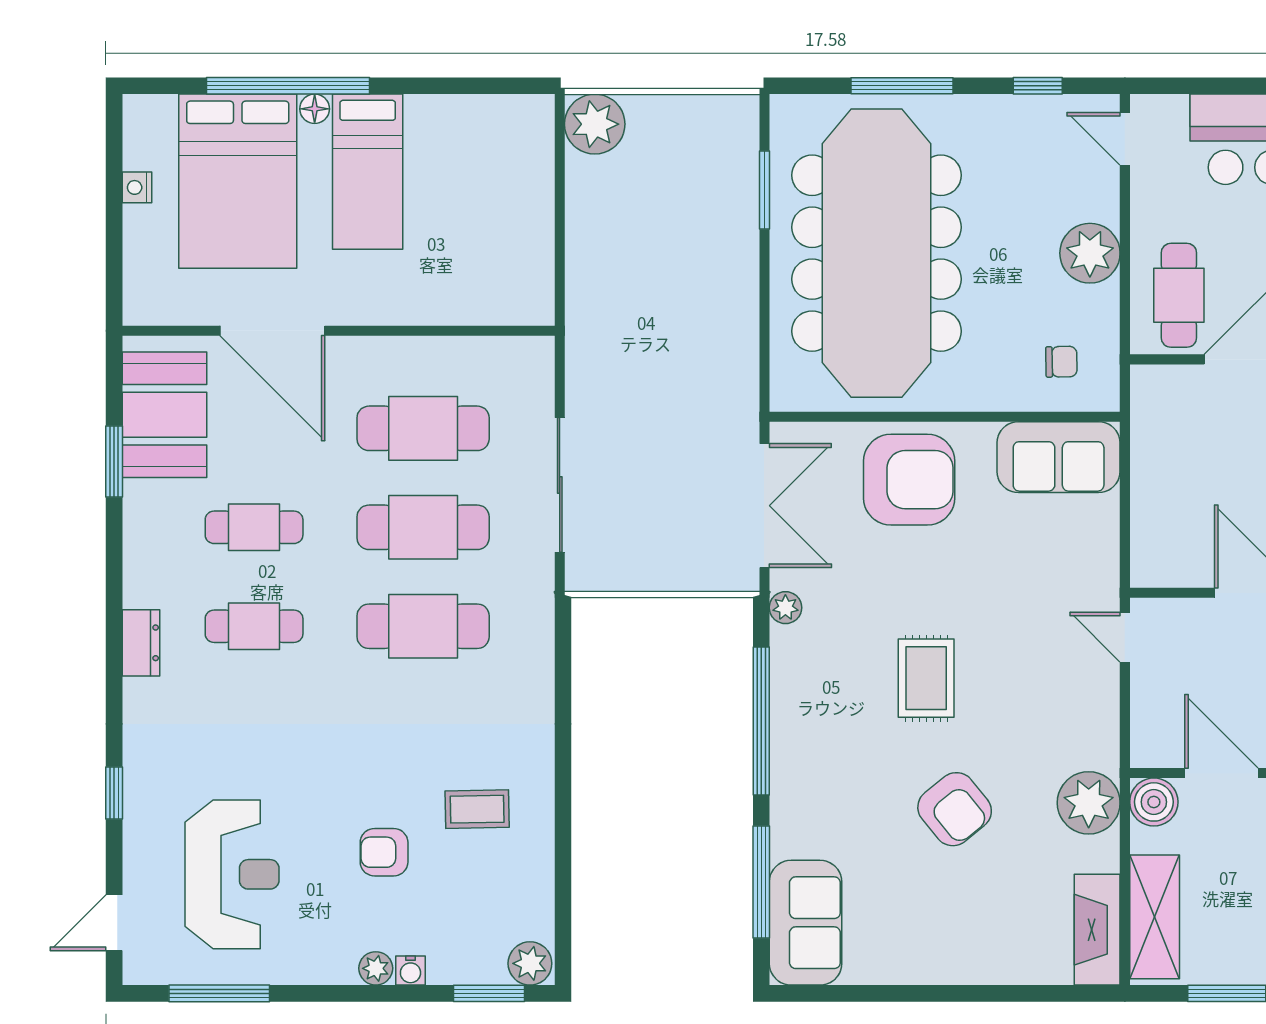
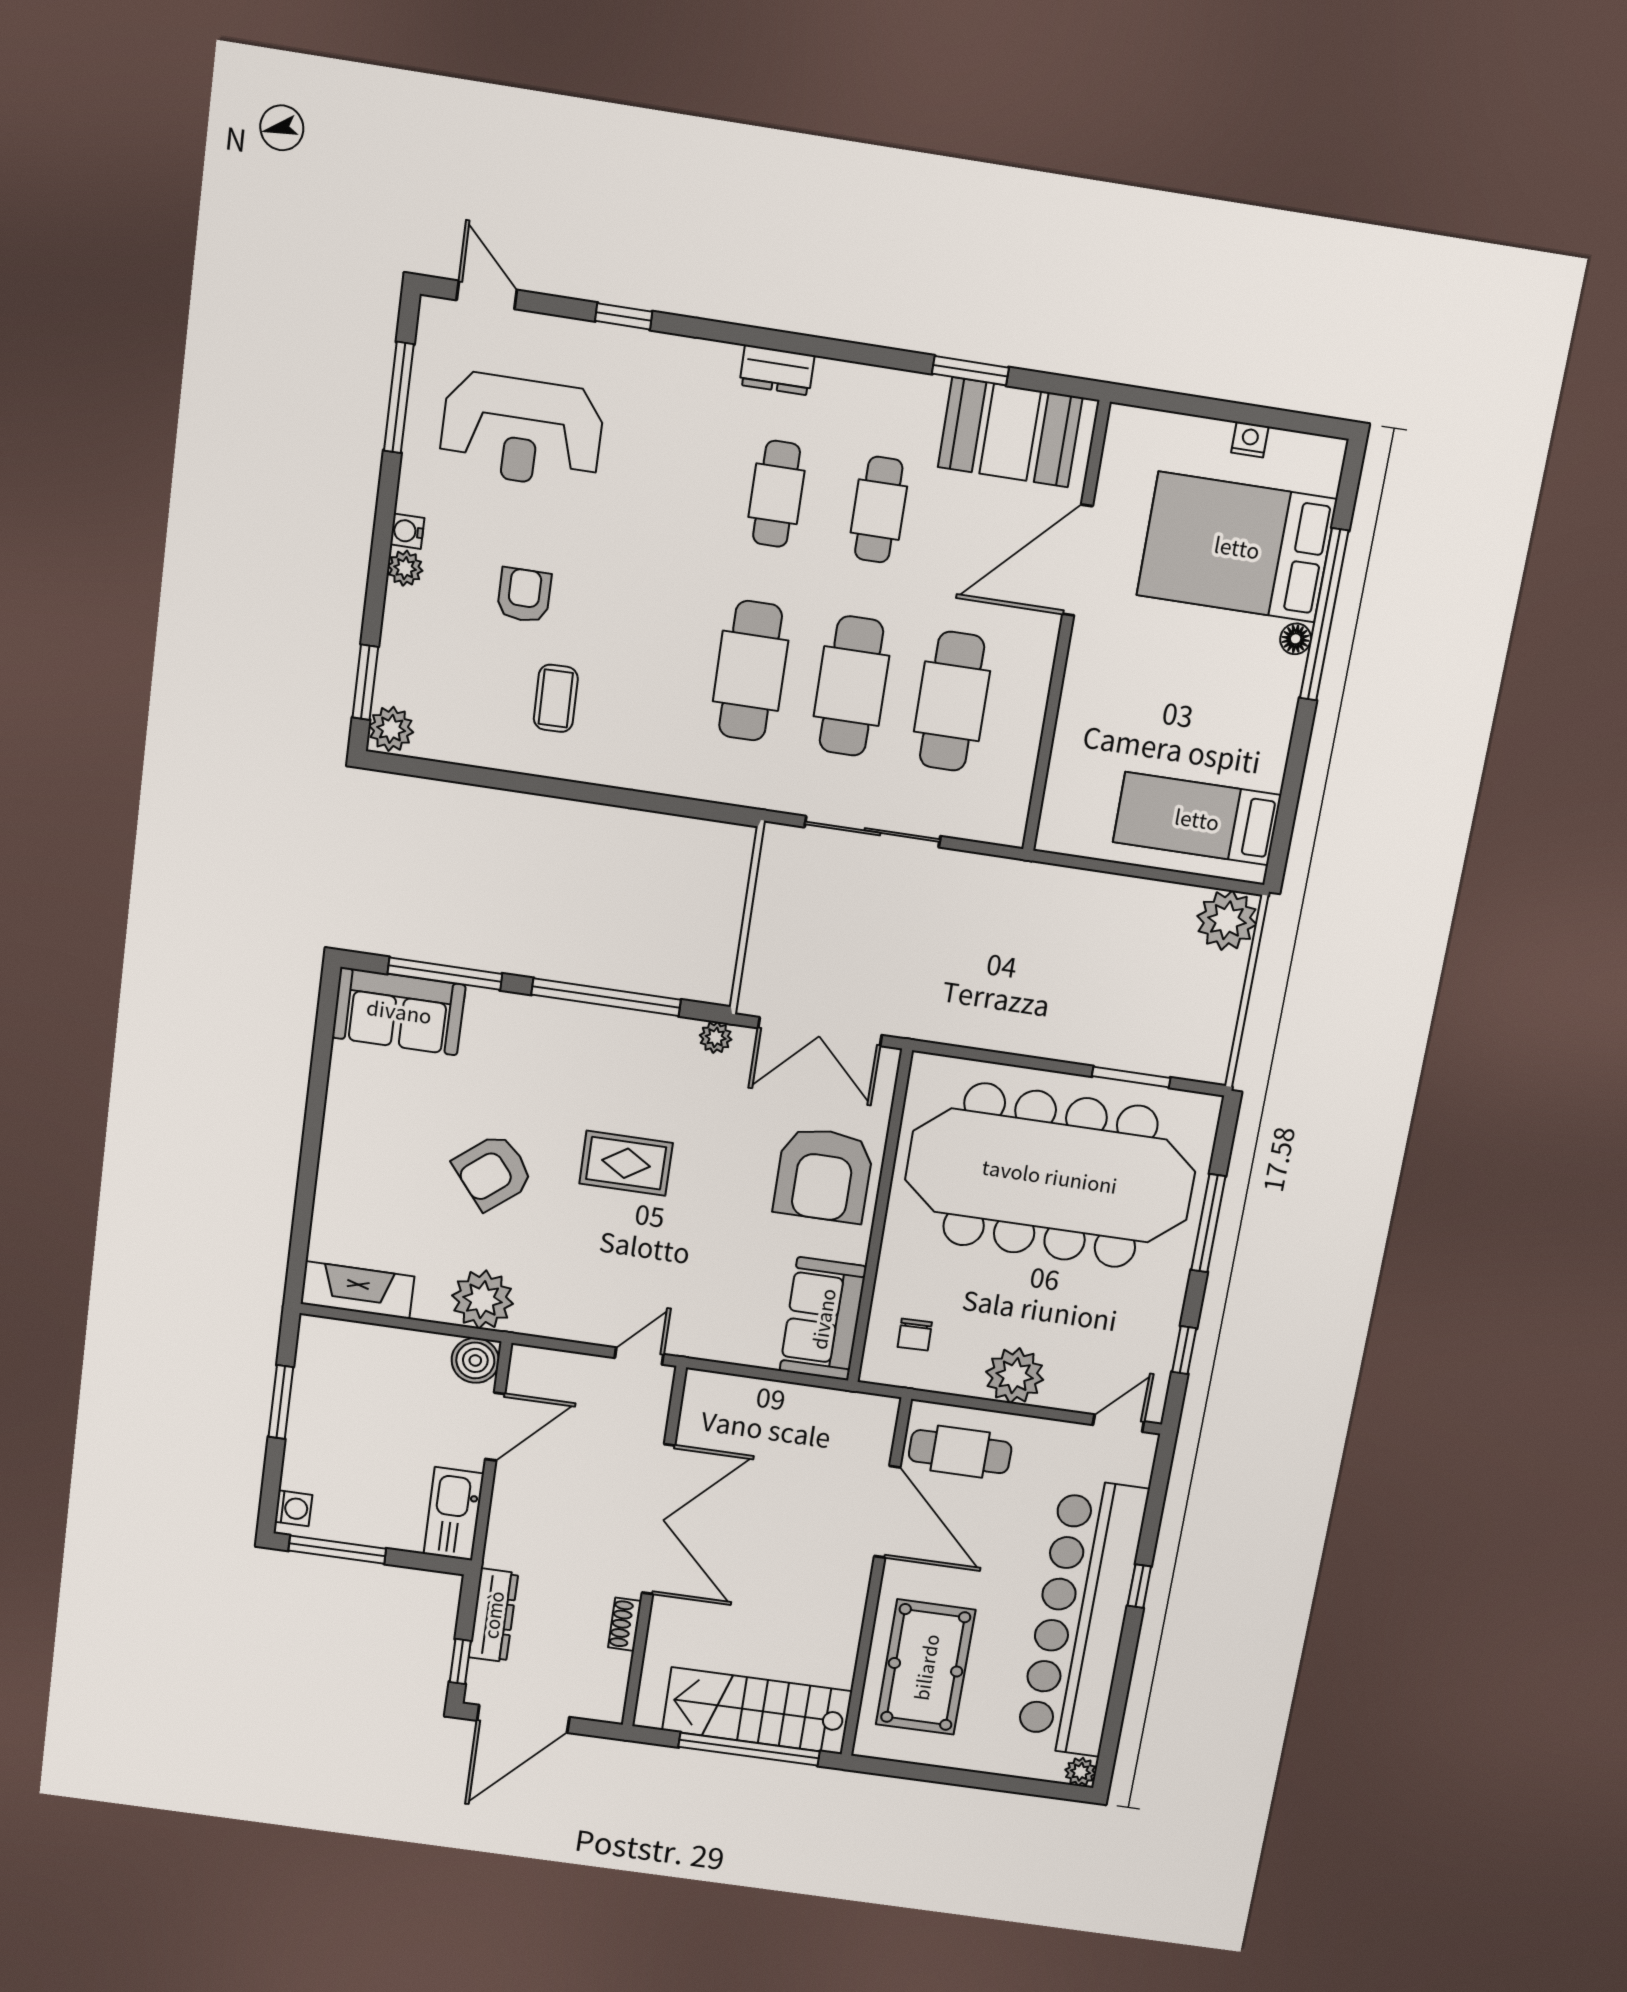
bed: (368, 172) -> (1197, 819), moved
shelving: (1155, 917) -> (363, 1346), removed
water cooler: (410, 970) -> (407, 531), moved

